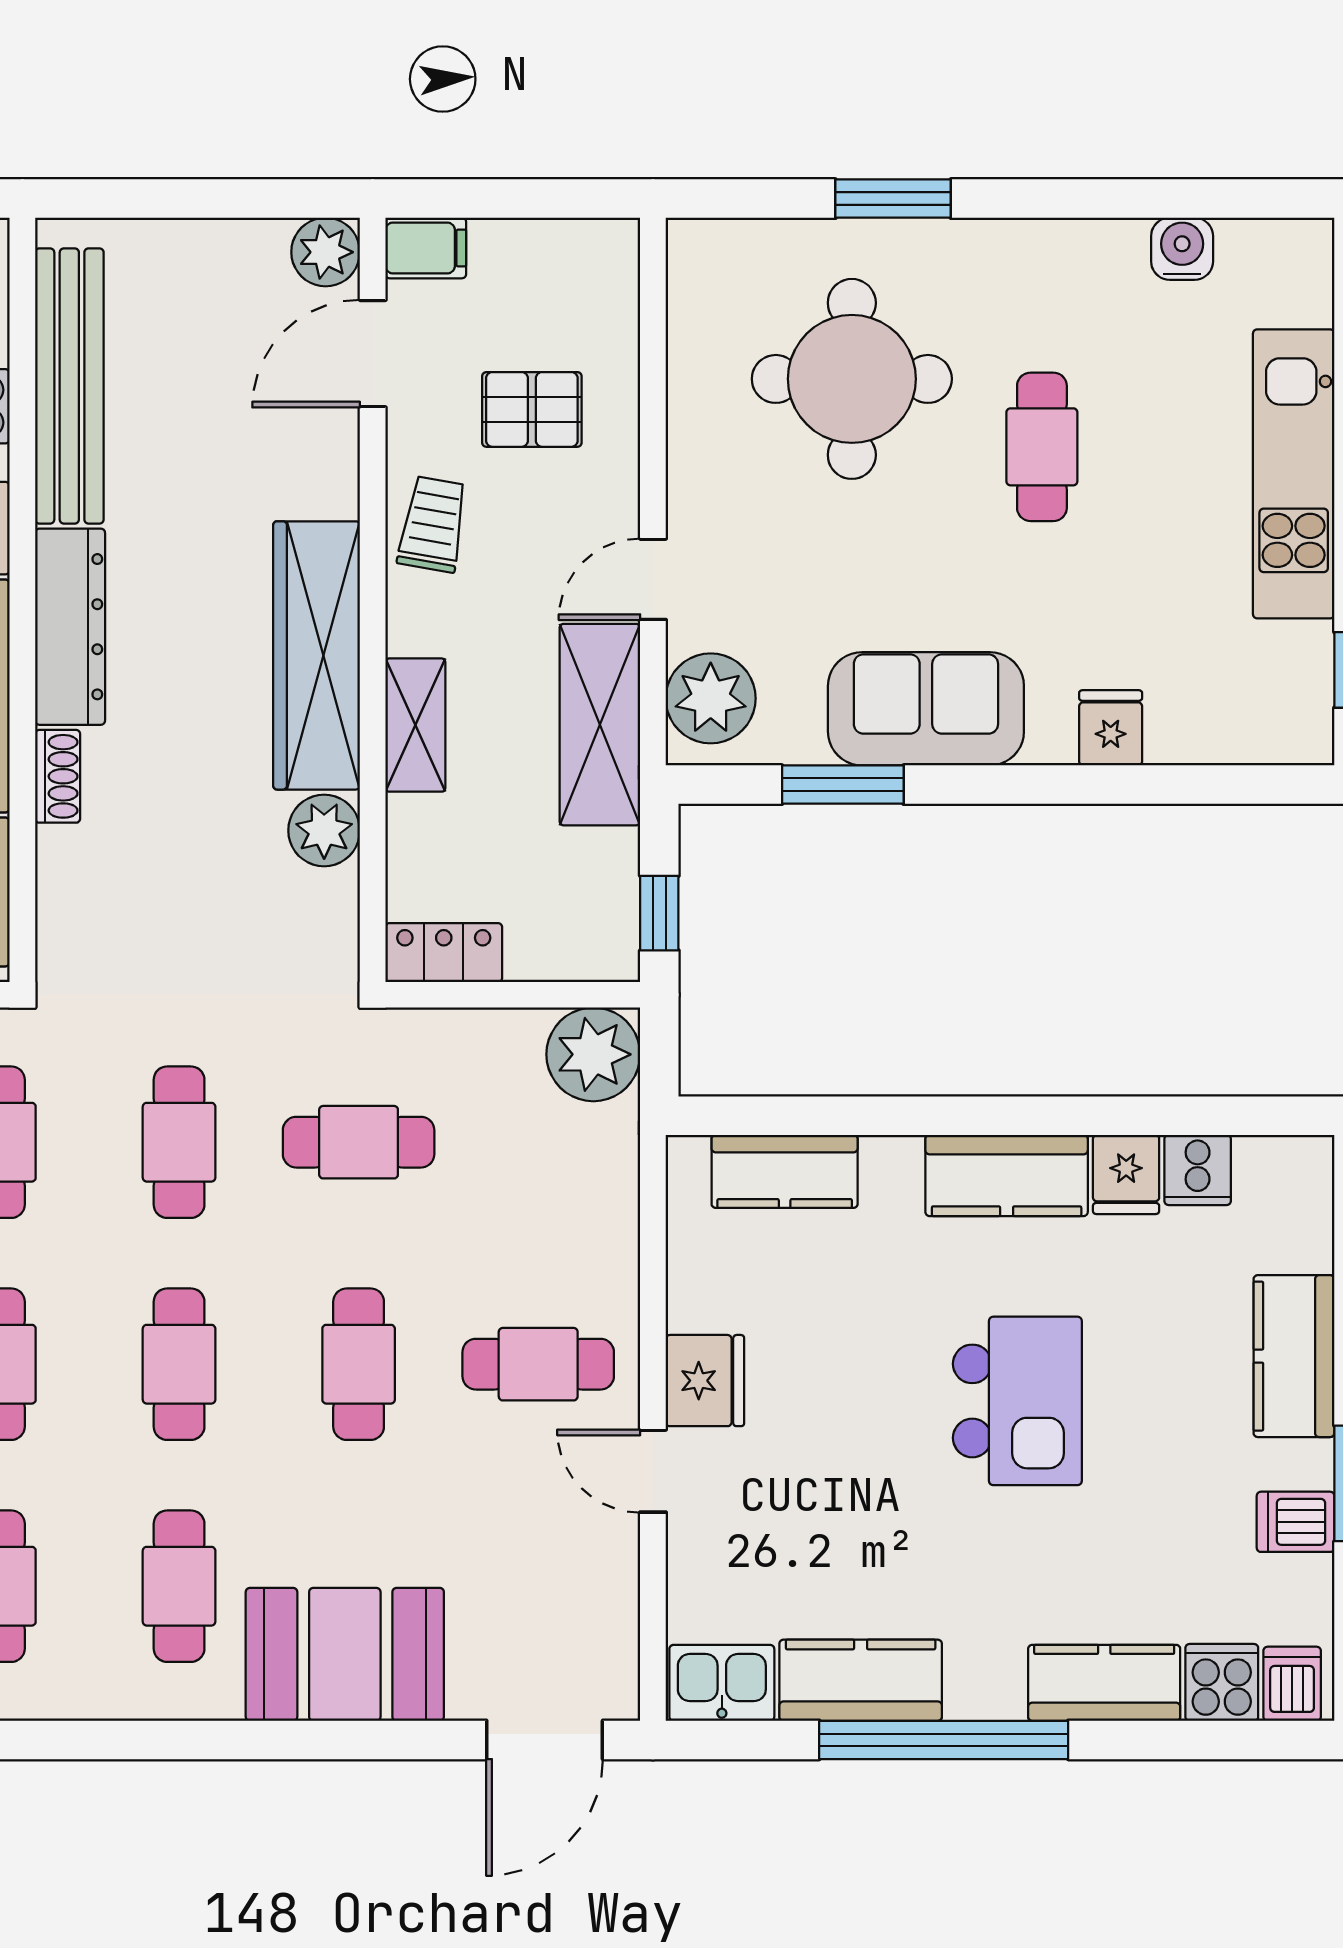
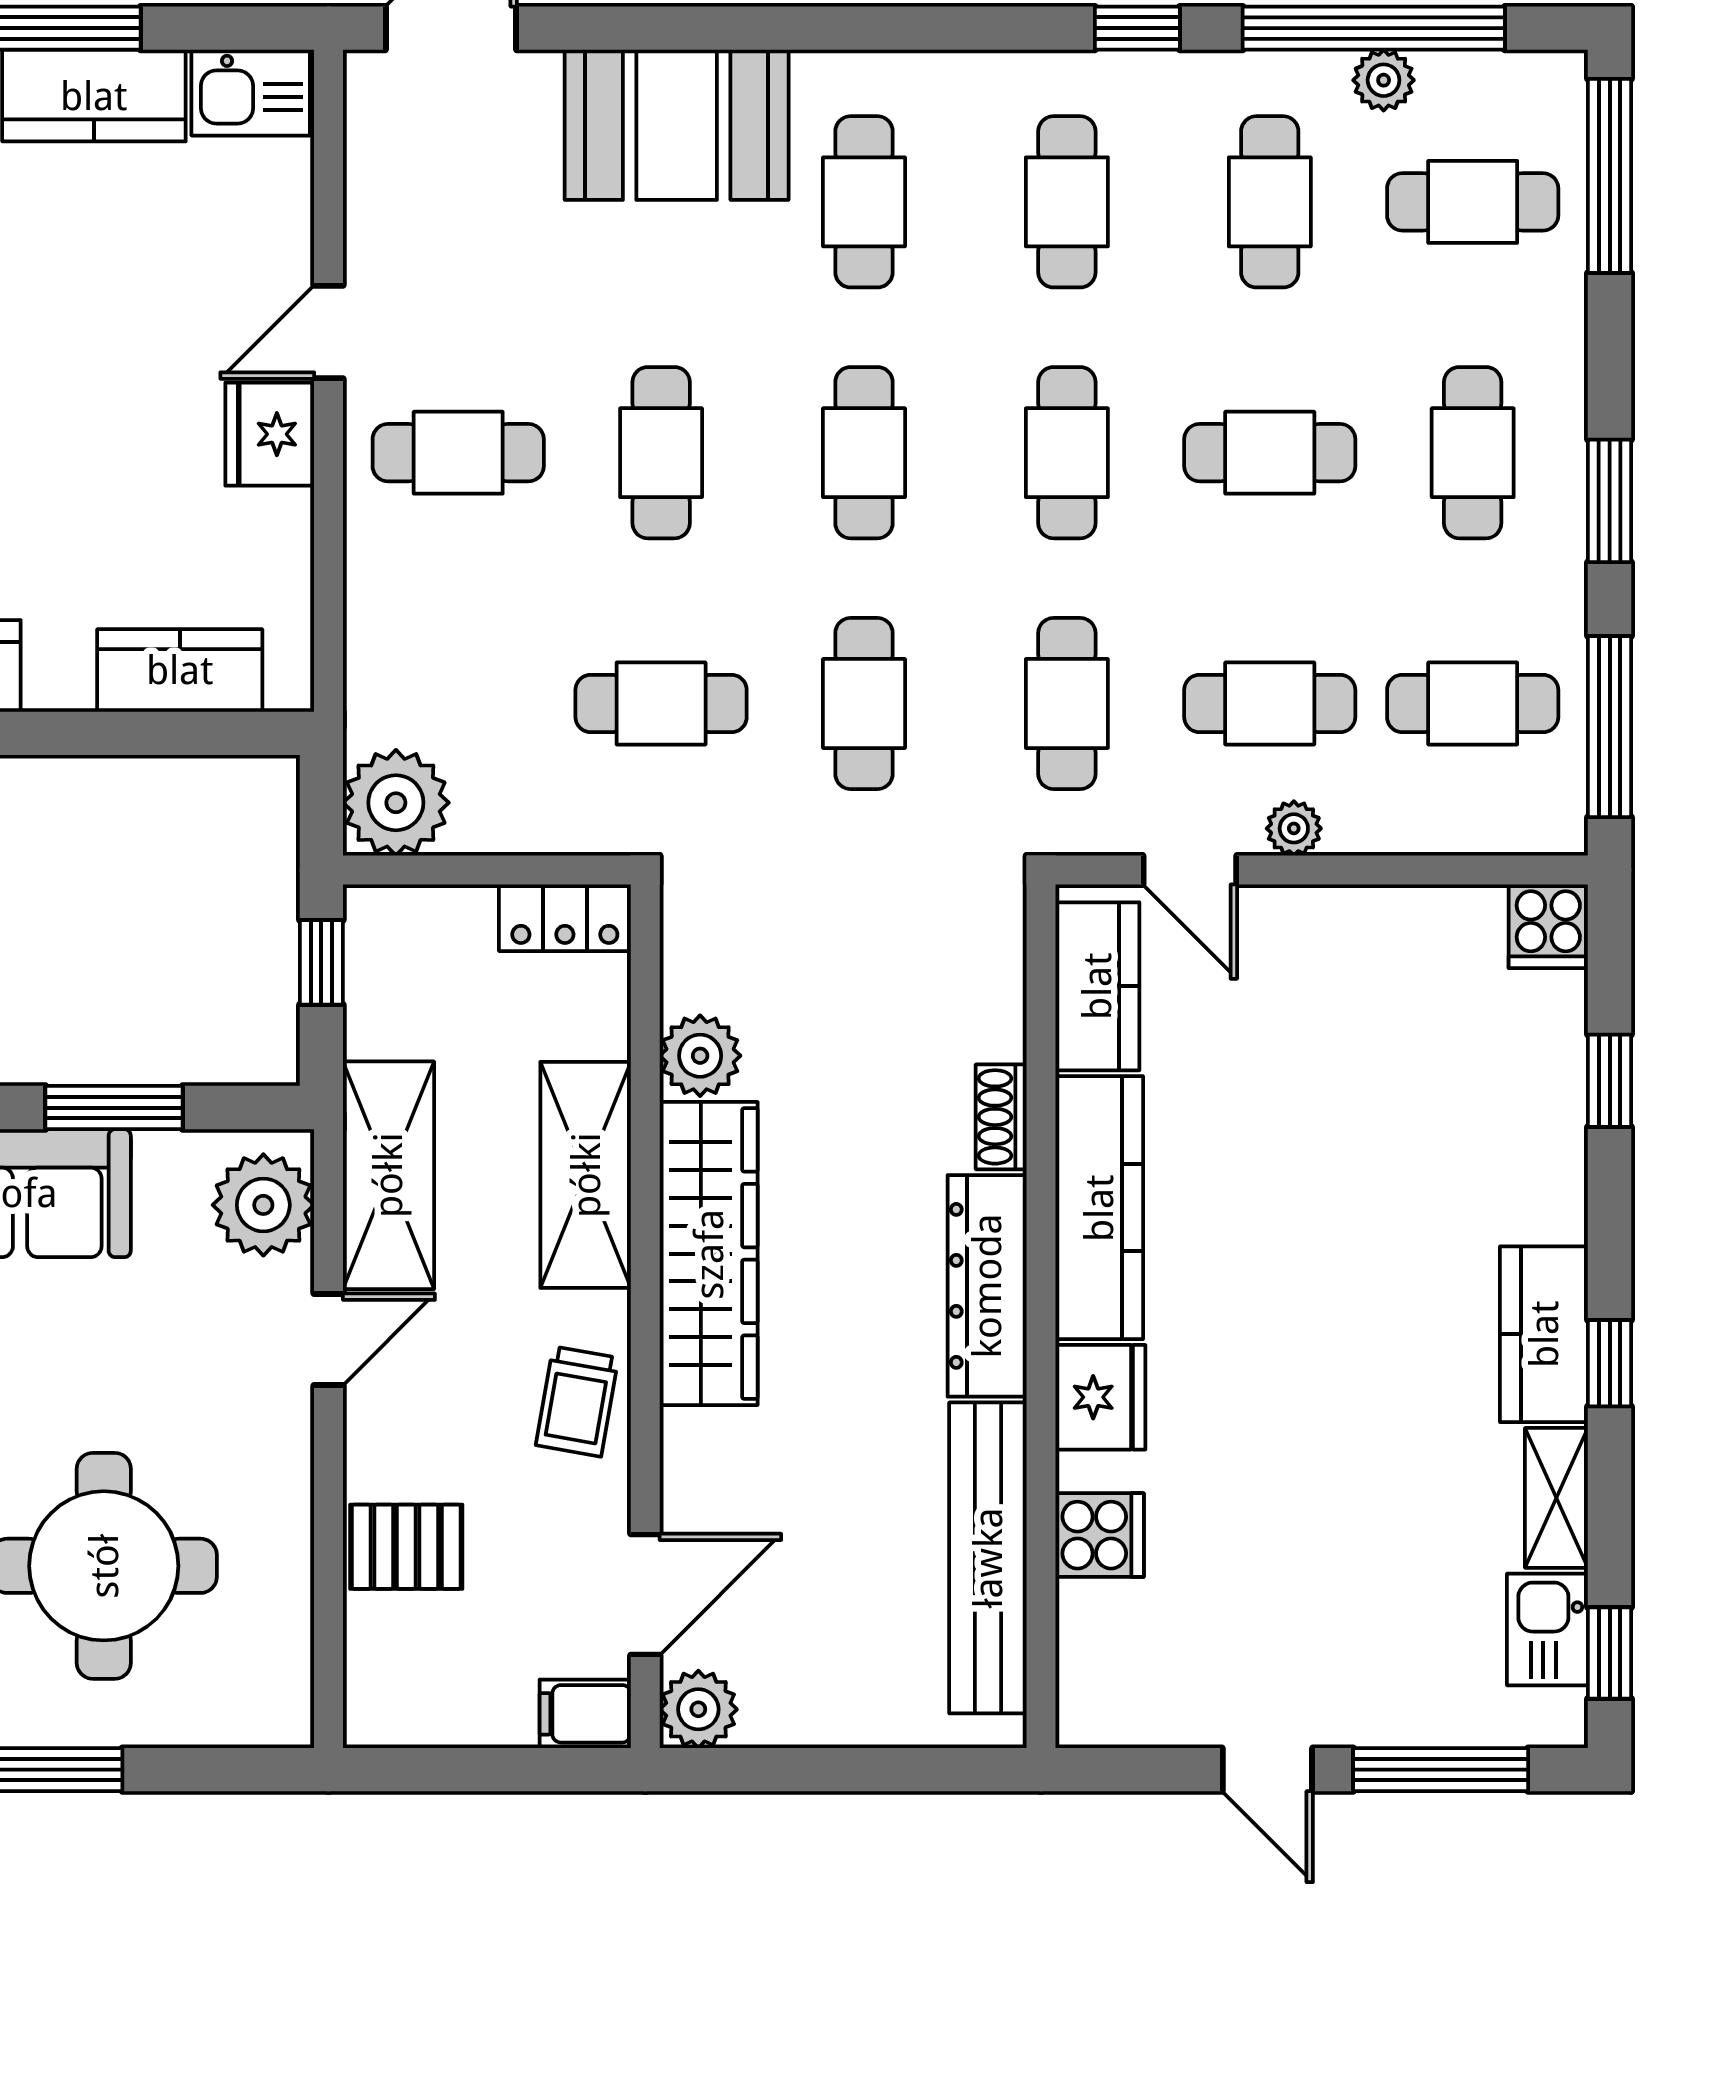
pallet: (532, 409) -> (406, 1547), moved
shelving: (415, 725) -> (586, 1175), width x1.50, depth x1.33
door: (653, 1471) -> (329, 332), swing flipped

